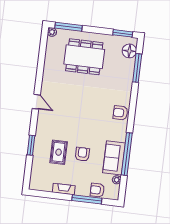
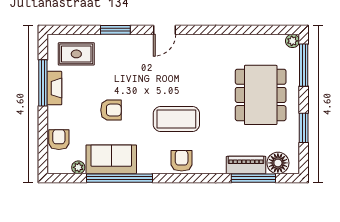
window: (123, 33) -> (304, 128), moved
piano: (128, 72) -> (246, 165), added
door: (36, 102) -> (165, 30), moved
coffee table: (93, 113) -> (176, 119), added
rug: (59, 152) -> (76, 54), moved
window: (87, 199) -> (43, 83), moved

